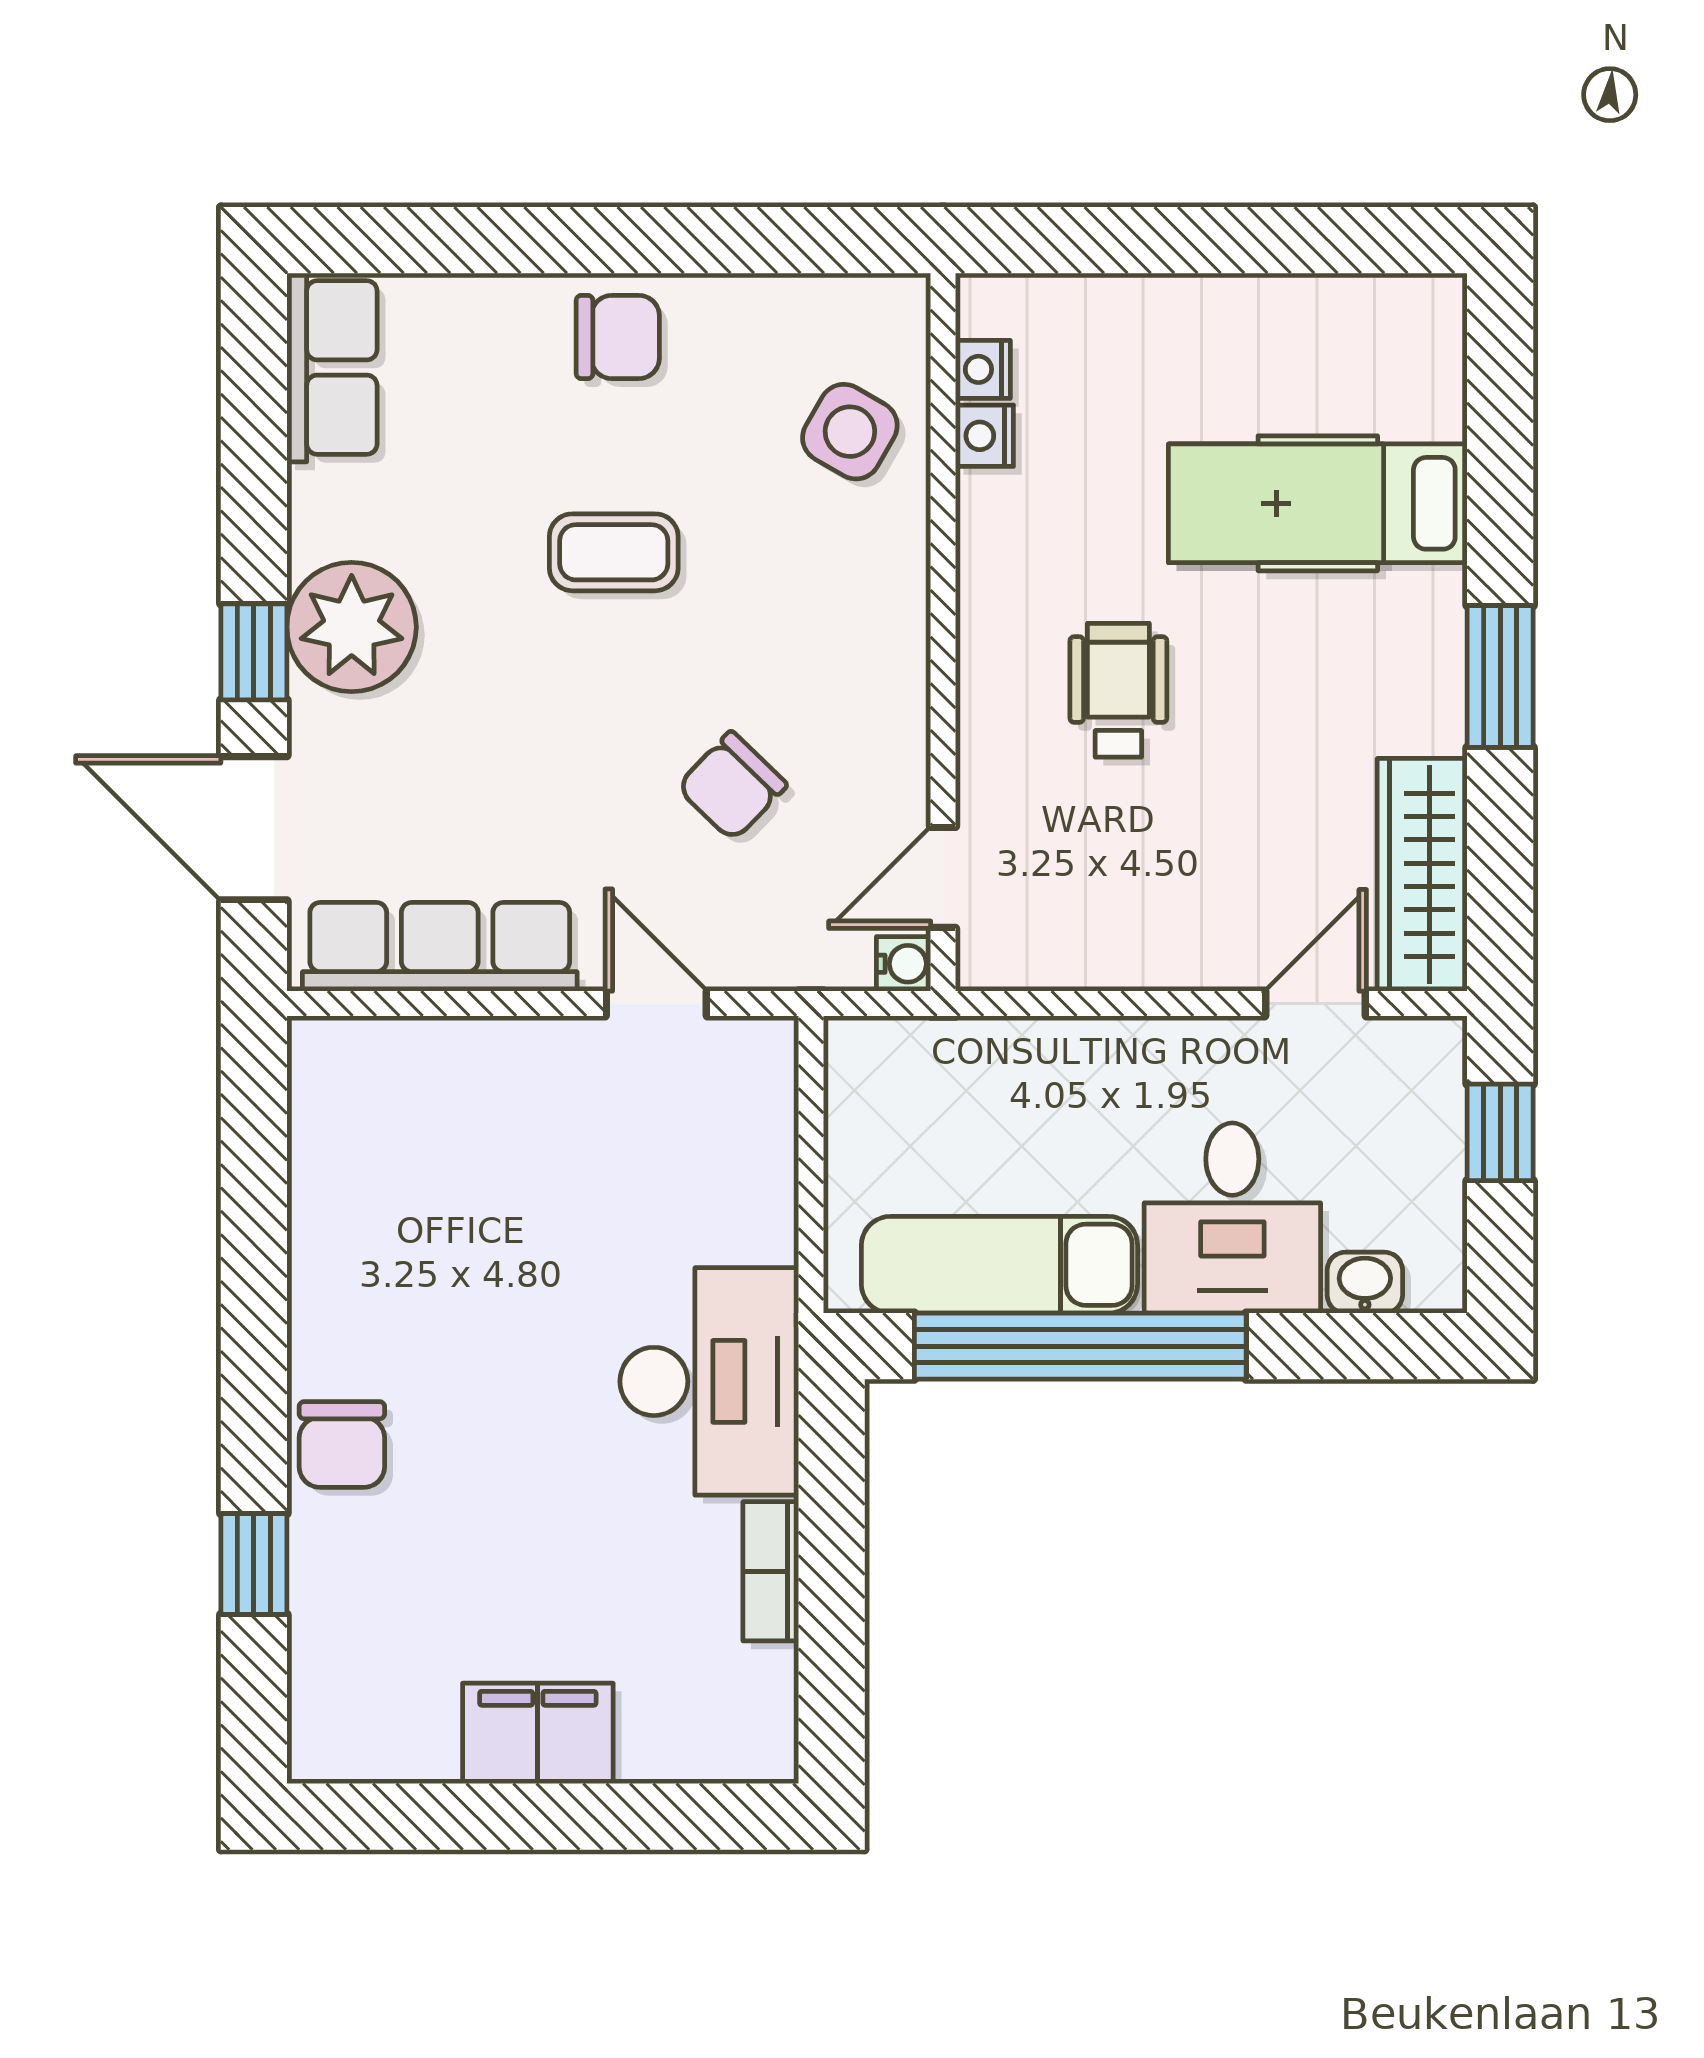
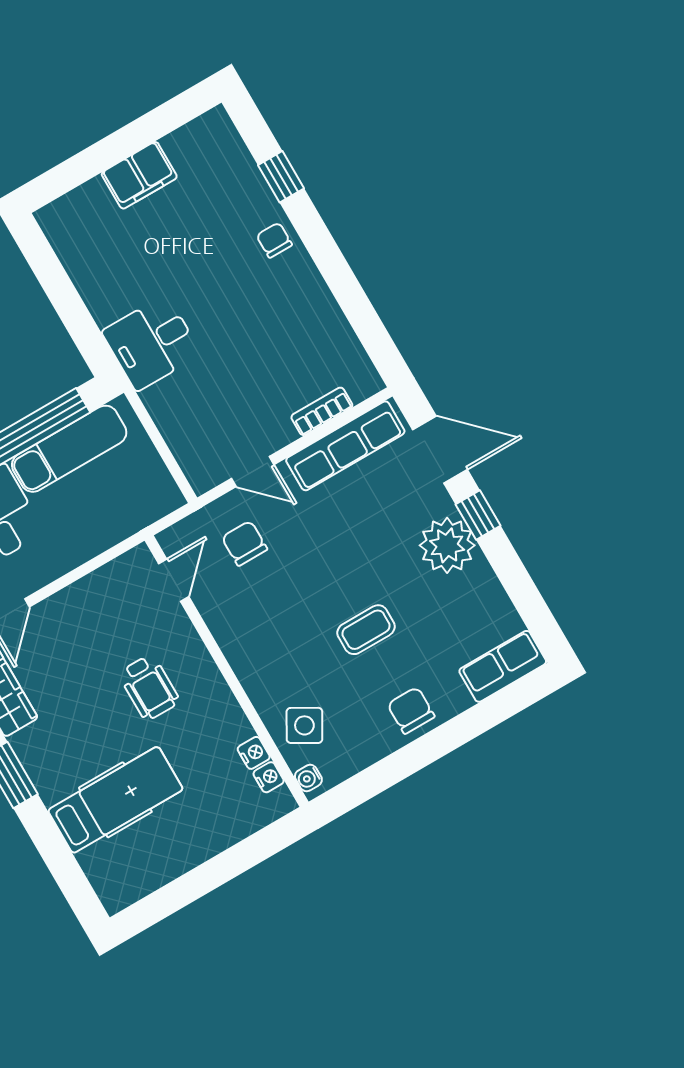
chair: (618, 337) -> (411, 710), turned 90
row of seats: (332, 367) -> (503, 666), moved, turned 90
chair: (732, 786) -> (244, 543), moved, turned -44
water cooler: (904, 964) -> (308, 778), moved
desk: (709, 1381) -> (152, 343), width x0.73
chair: (342, 1444) -> (274, 240), width x0.73, depth x0.73
bookcase: (771, 1571) -> (322, 411), moved, turned -90

